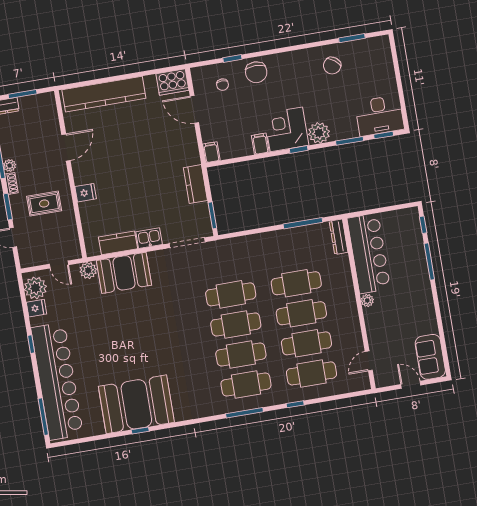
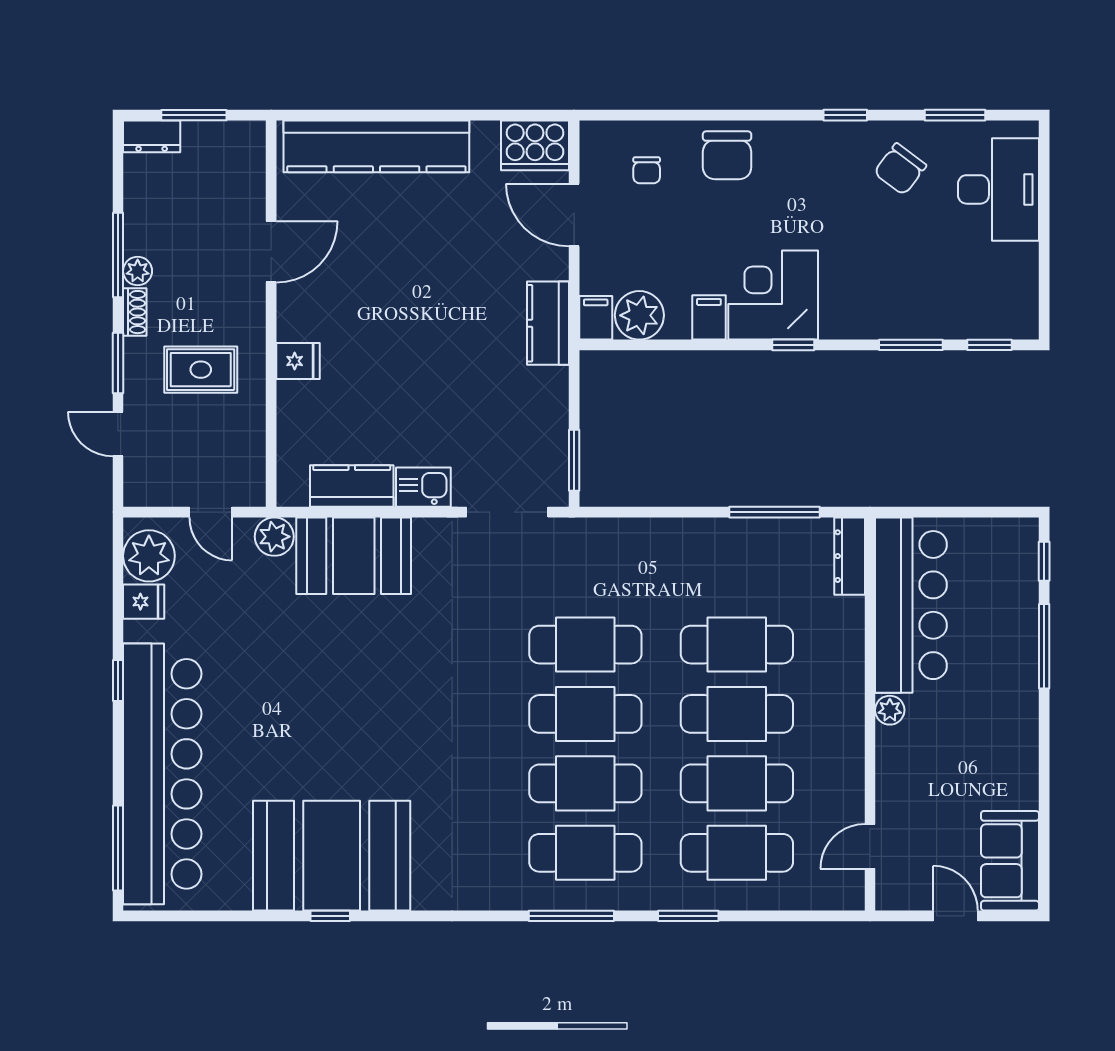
window: (232, 58) -> (845, 115), moved
desk: (379, 116) -> (998, 189), moved, turned -90
plant: (319, 133) -> (639, 315), moved
kitchen counter: (195, 184) -> (548, 323), moved
window: (295, 404) -> (688, 916), width x1.50

